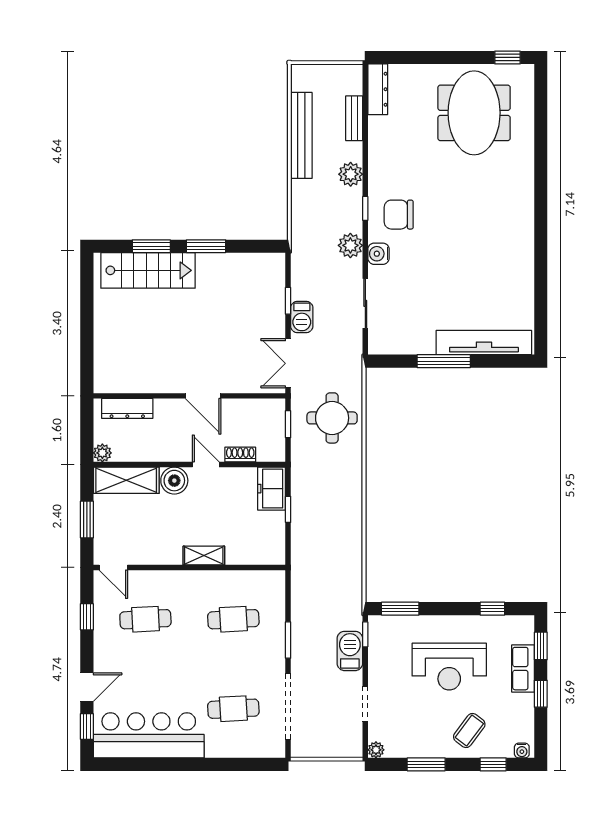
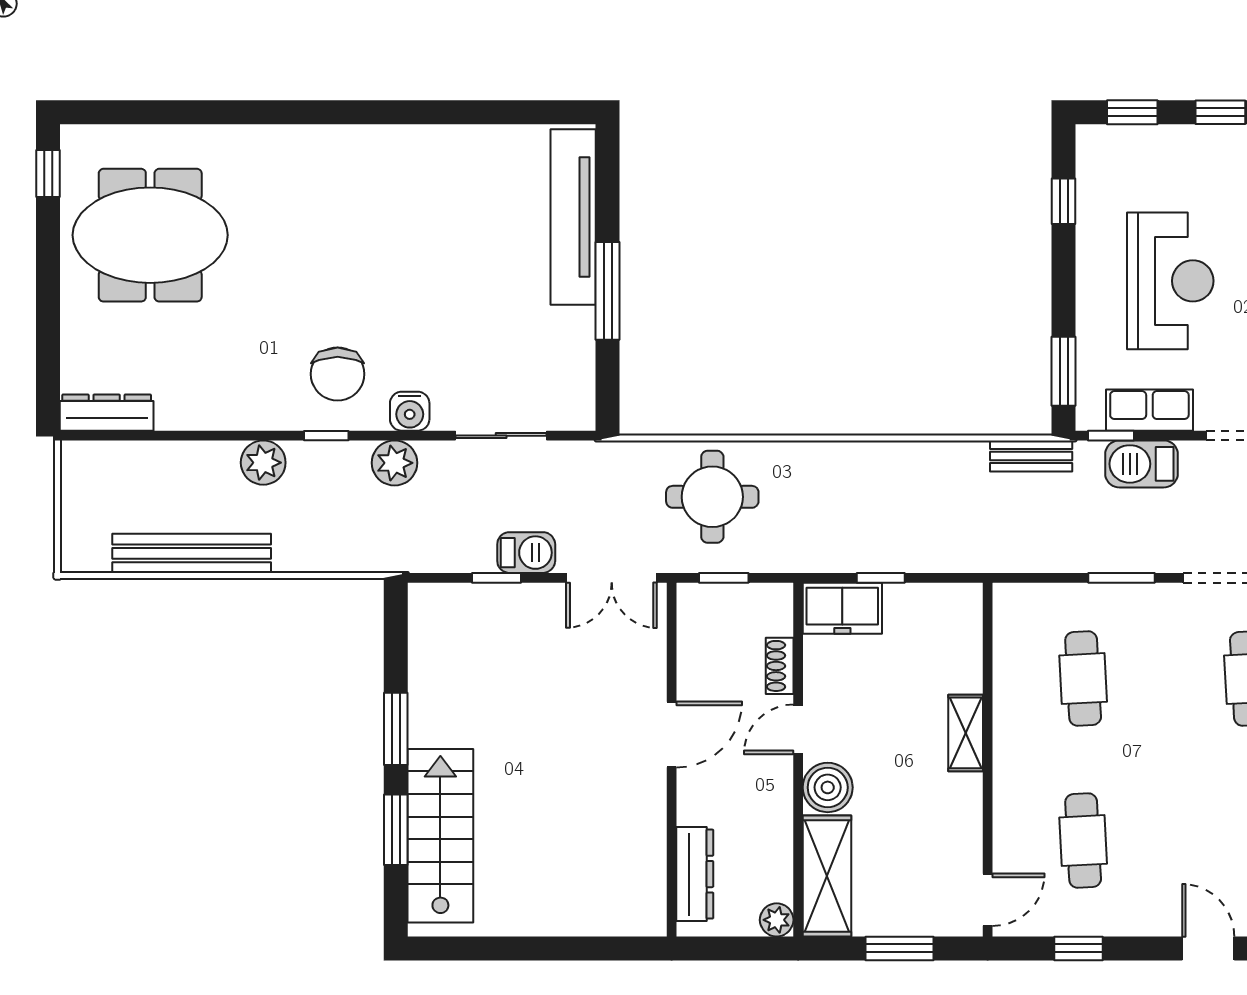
bench: (354, 118) -> (1031, 456), moved
row of seats: (523, 669) -> (1149, 410), moved, turned 180

